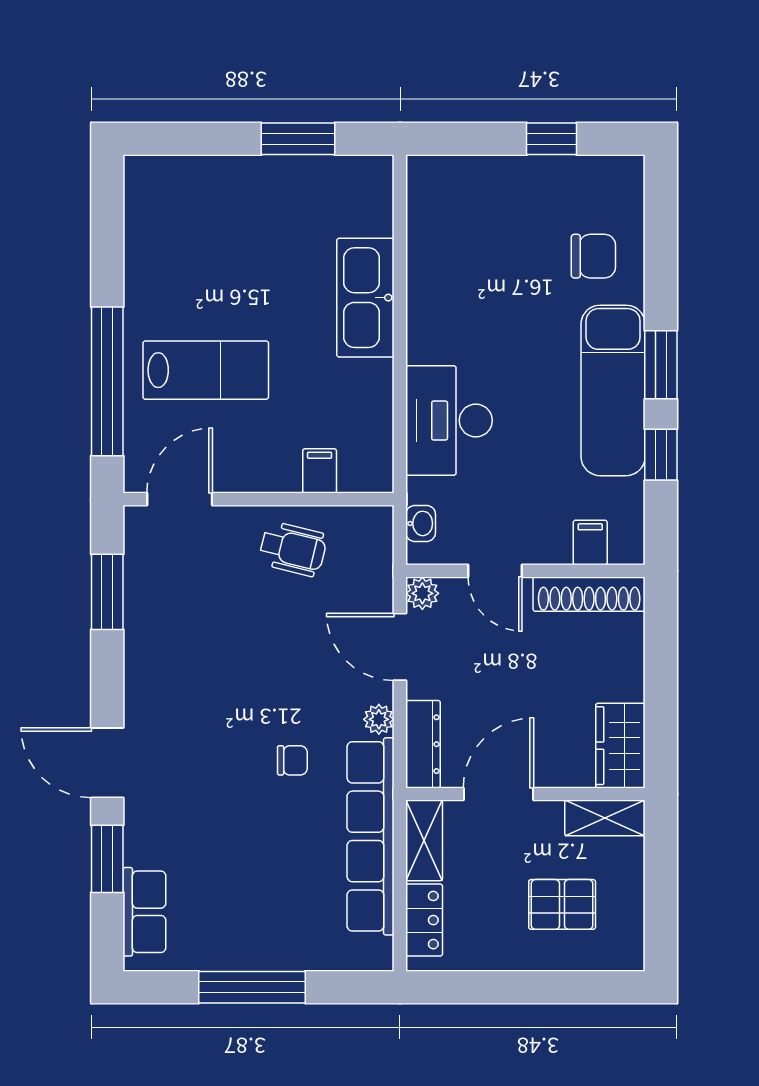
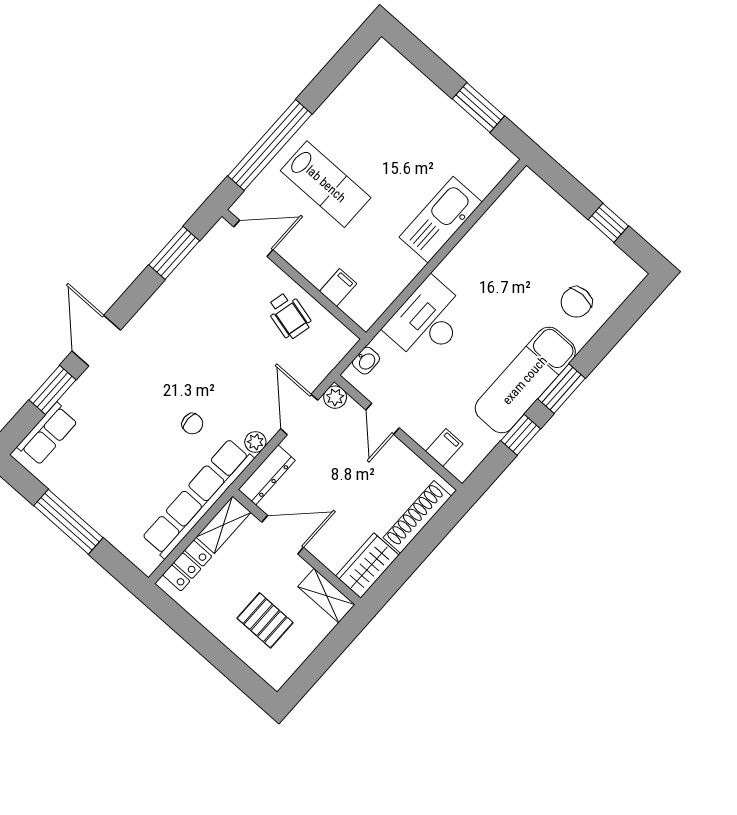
chair: (593, 256) -> (576, 302), turned 90
shoe rack: (589, 594) -> (417, 517), moved, turned 90

